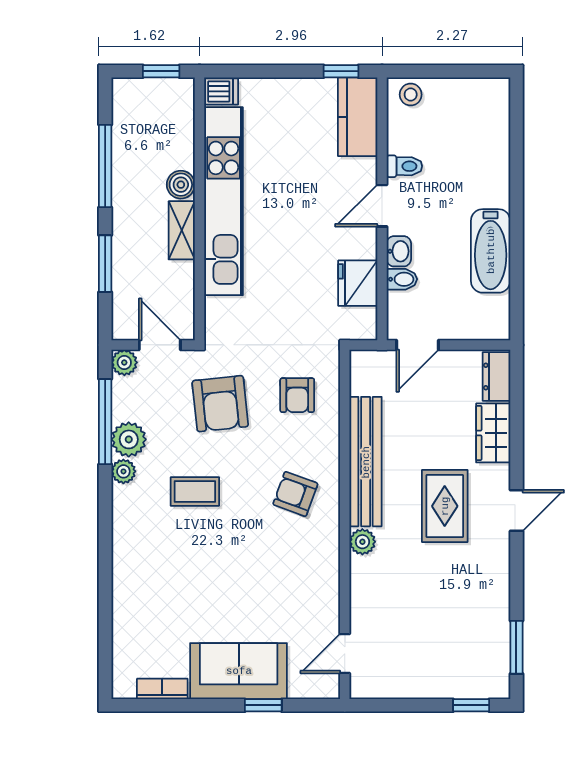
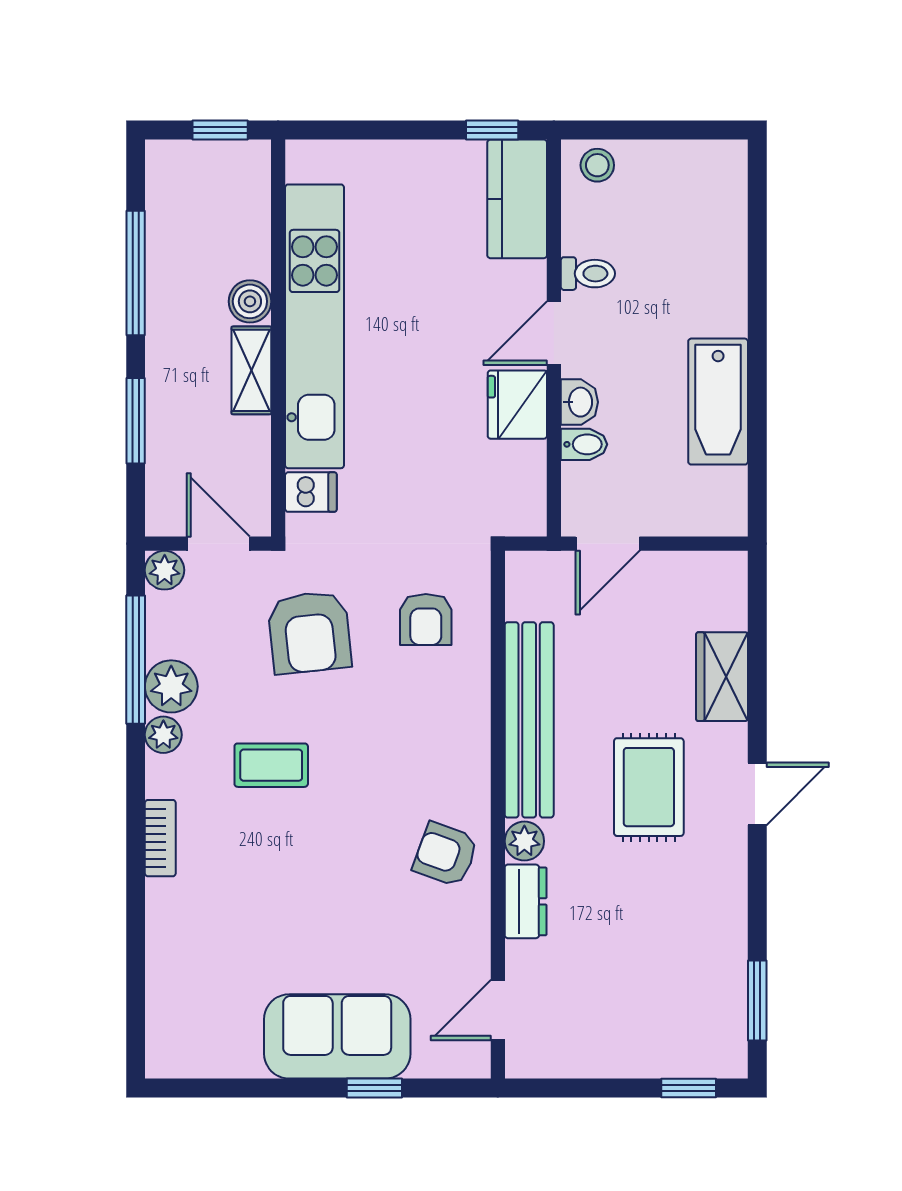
dishwasher: (221, 91) -> (311, 492), moved
fridge: (358, 283) -> (517, 405), moved
dresser: (497, 377) -> (526, 901), moved, turned 180
armchair: (295, 494) -> (446, 854), moved
bookcase: (162, 689) -> (160, 838), moved, turned 90

